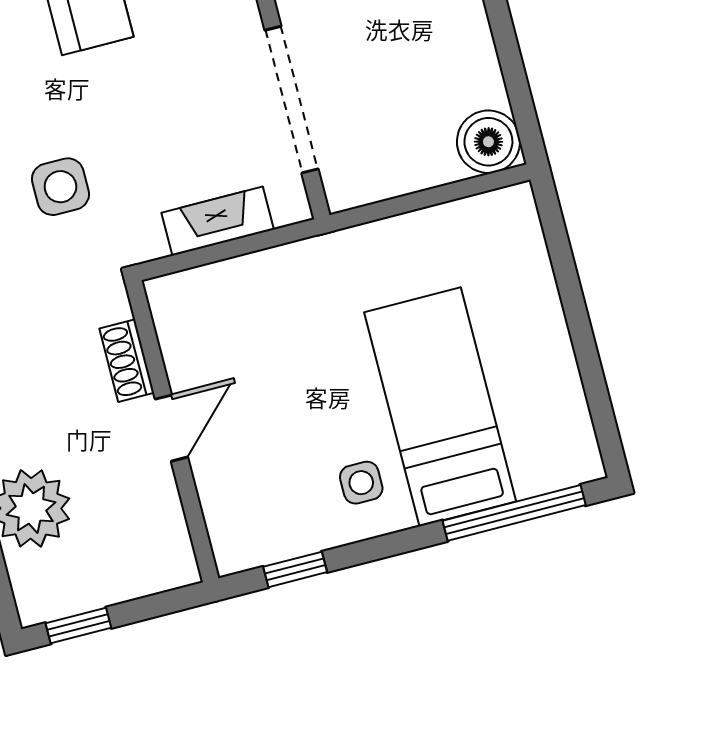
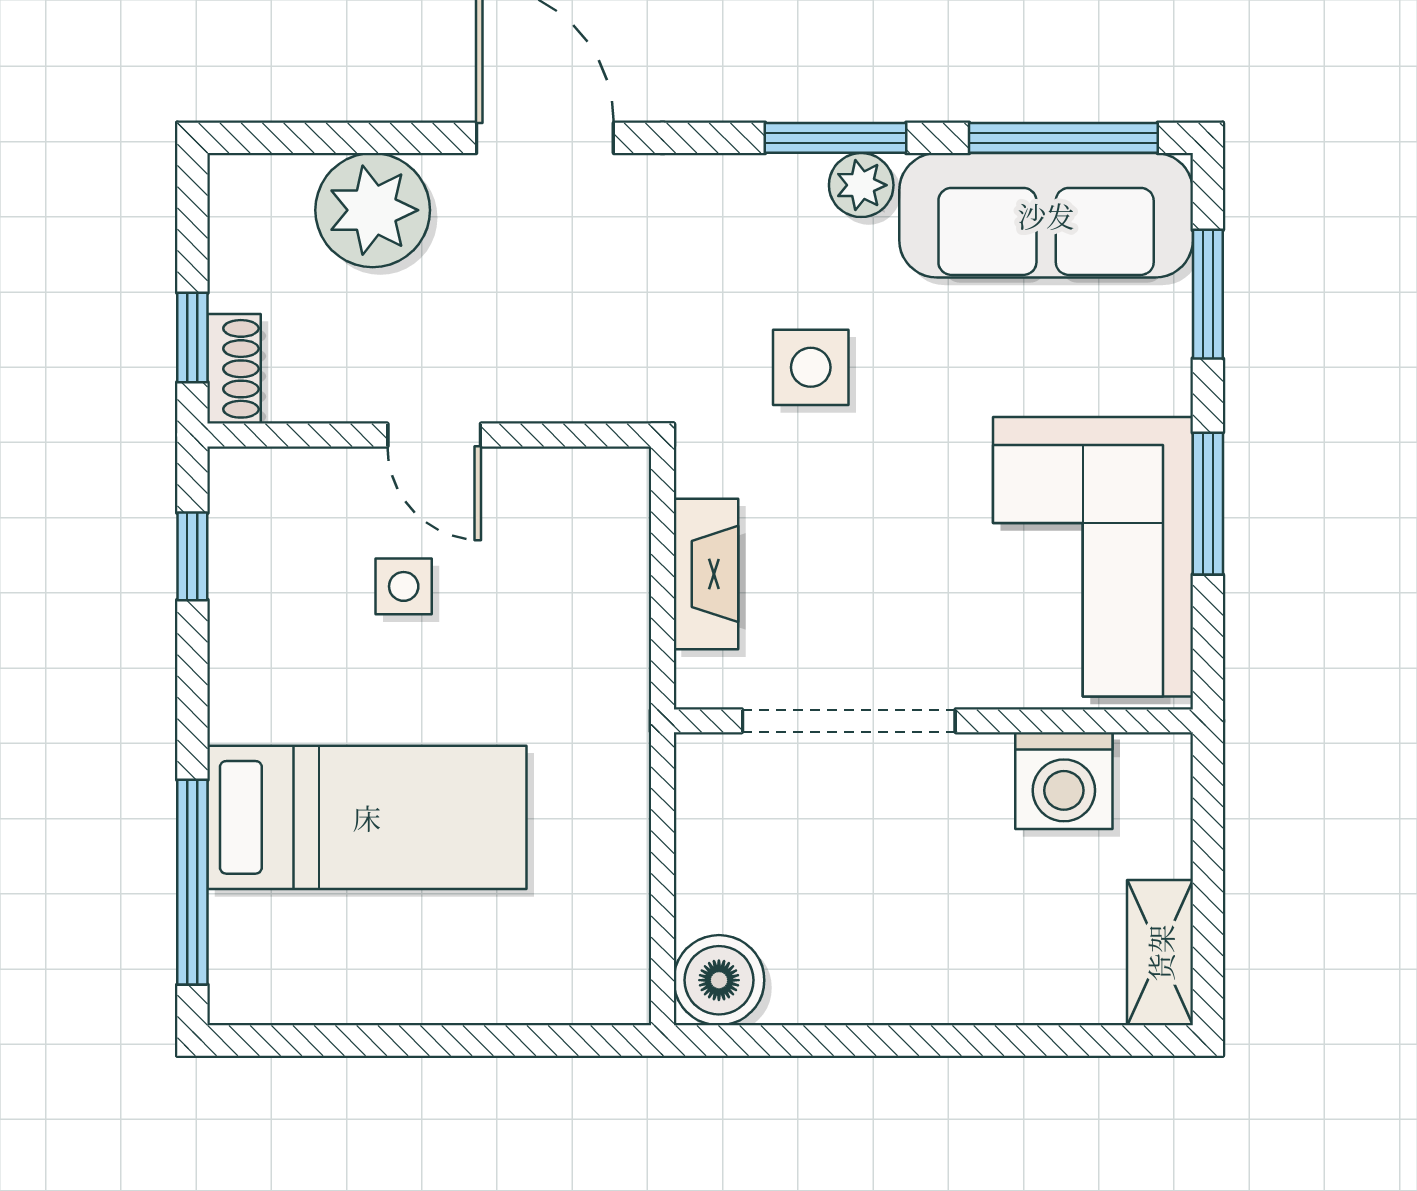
shoe rack: (127, 361) -> (234, 369), moved, turned 90
side table: (361, 483) -> (404, 586), moved
window: (78, 626) -> (192, 338), moved

